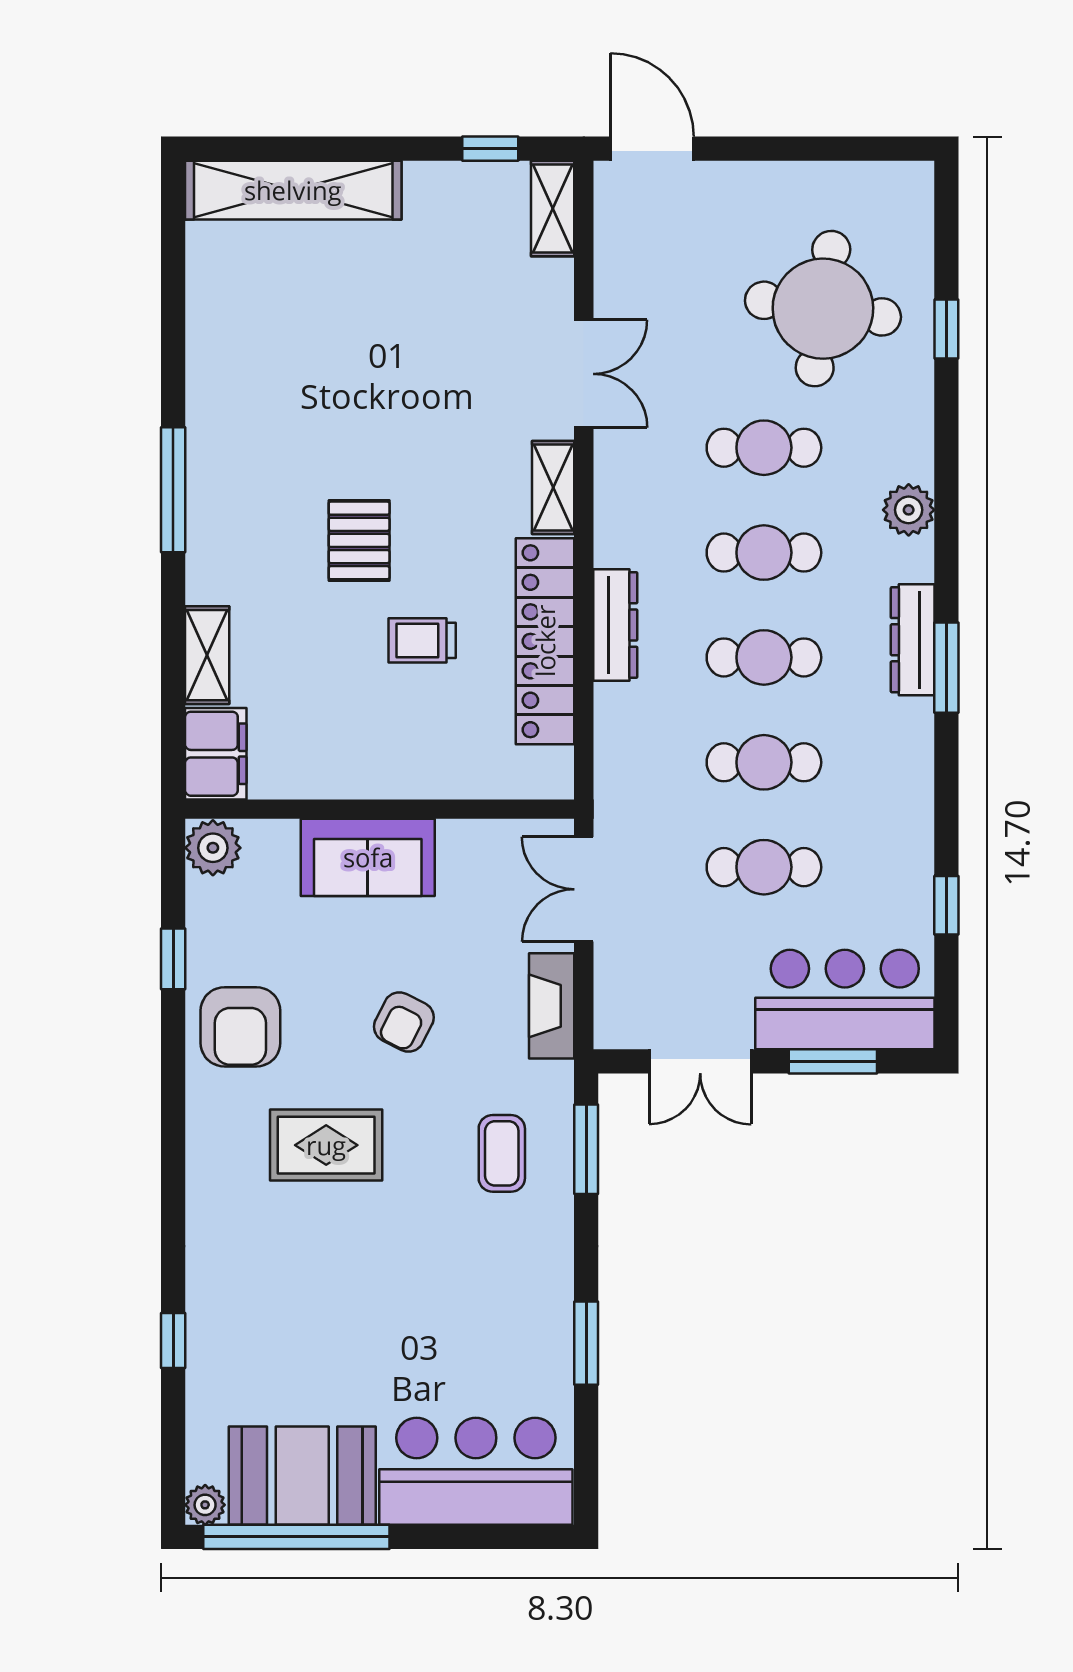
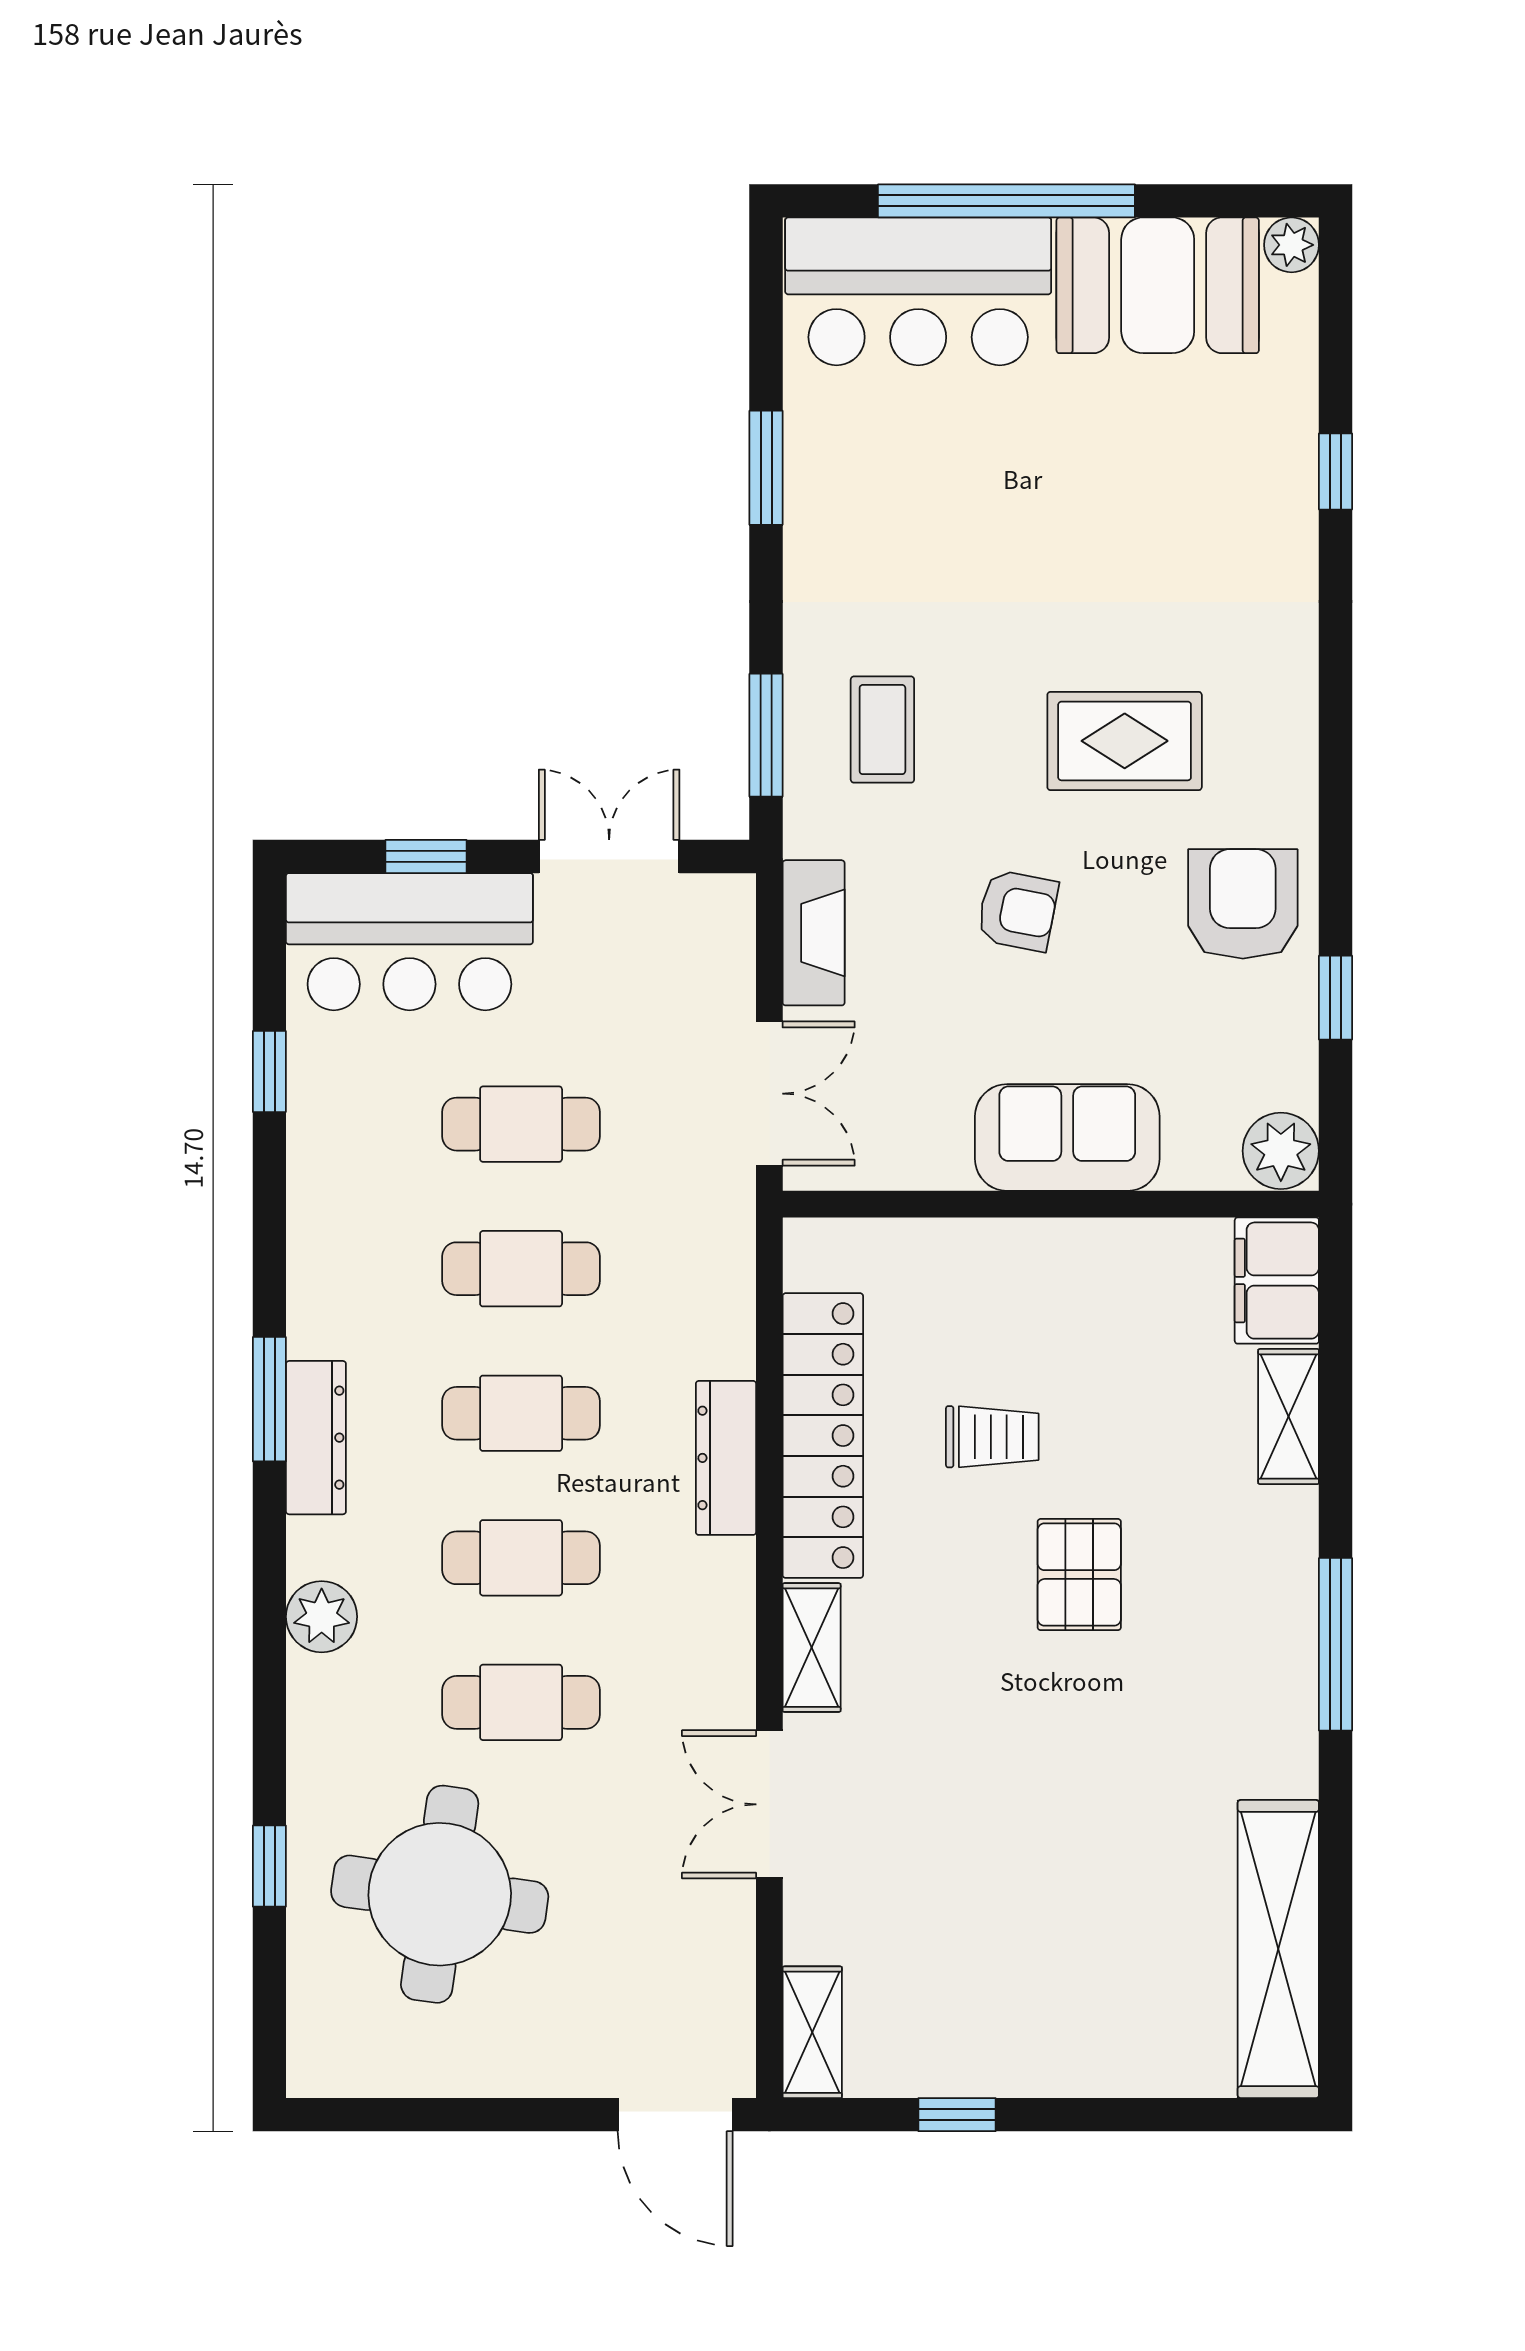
window: (490, 149) -> (957, 2115), moved
shelving: (293, 190) -> (1278, 1949), moved, turned 90
armchair: (404, 1022) -> (1017, 911), turned 74
window: (833, 1061) -> (426, 856), width x0.67
window: (296, 1537) -> (1006, 201), moved

